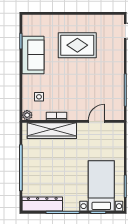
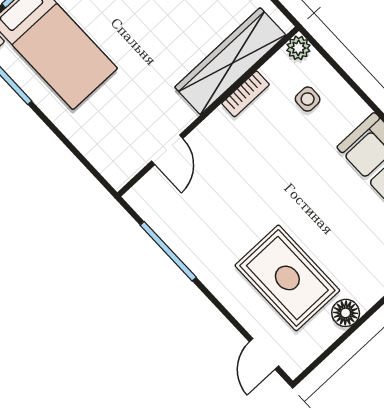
floor lamp: (88, 20) -> (346, 313), added
rug: (77, 45) -> (287, 278), moved, turned 90

